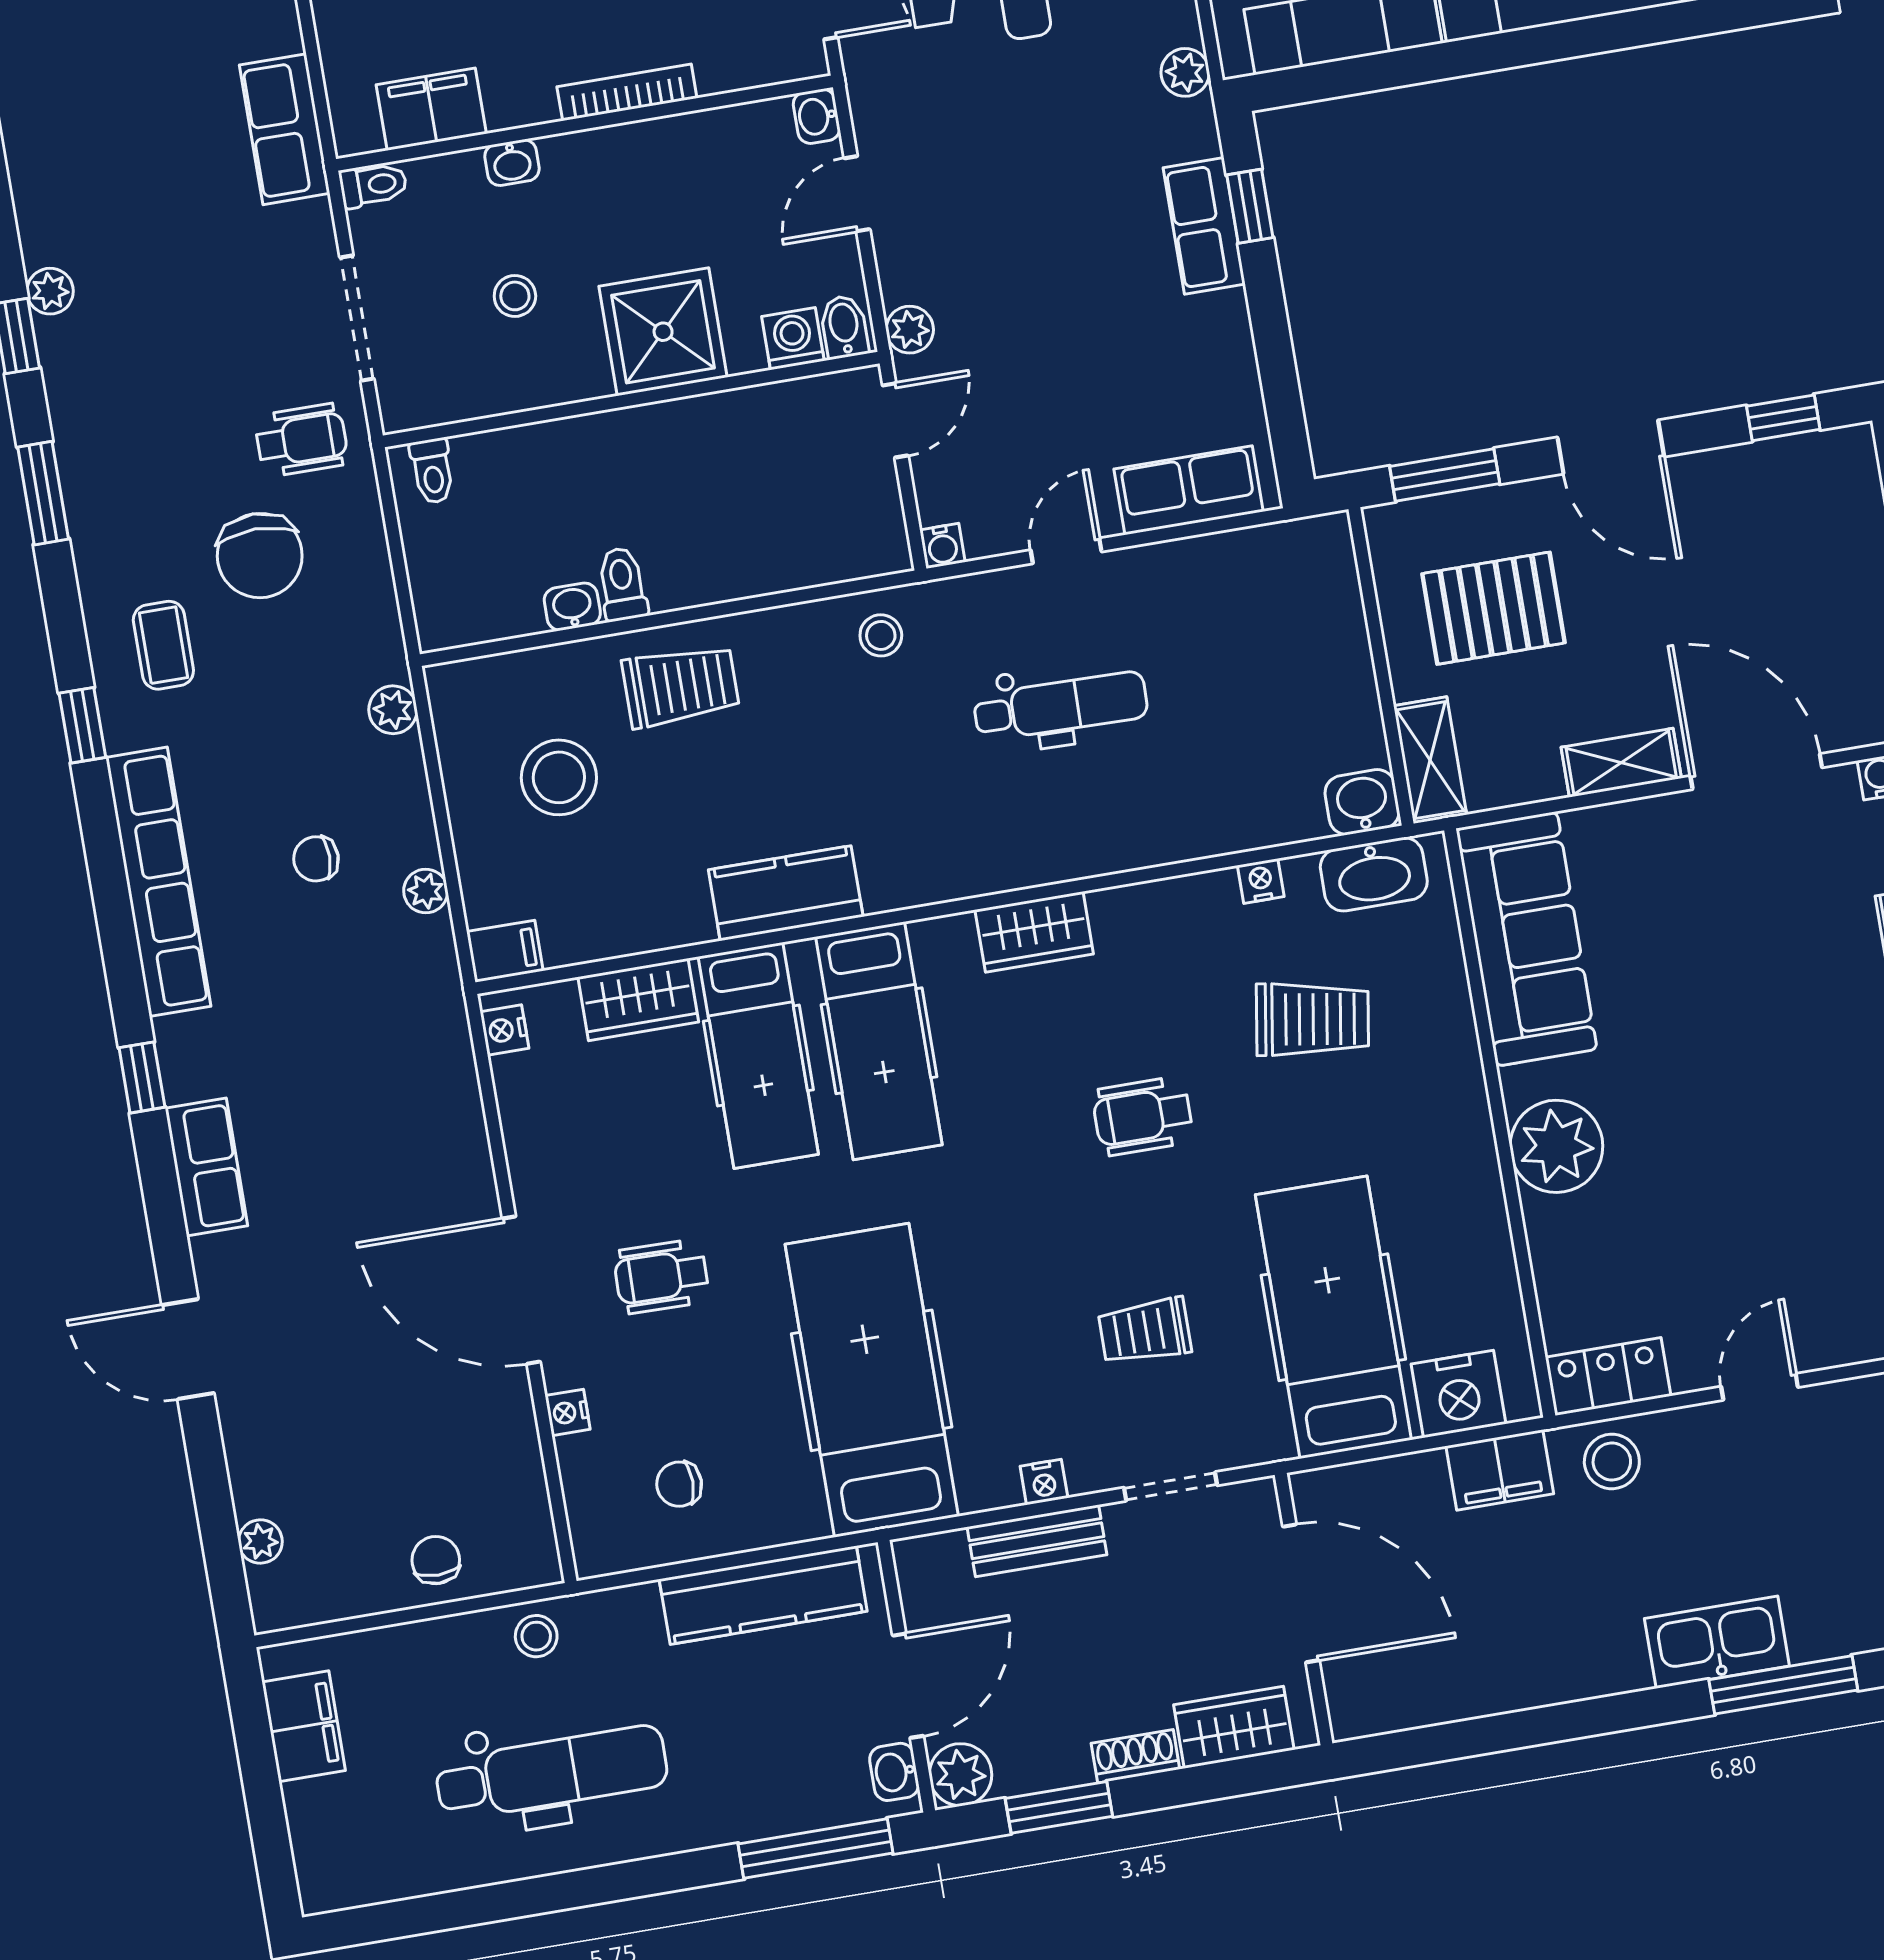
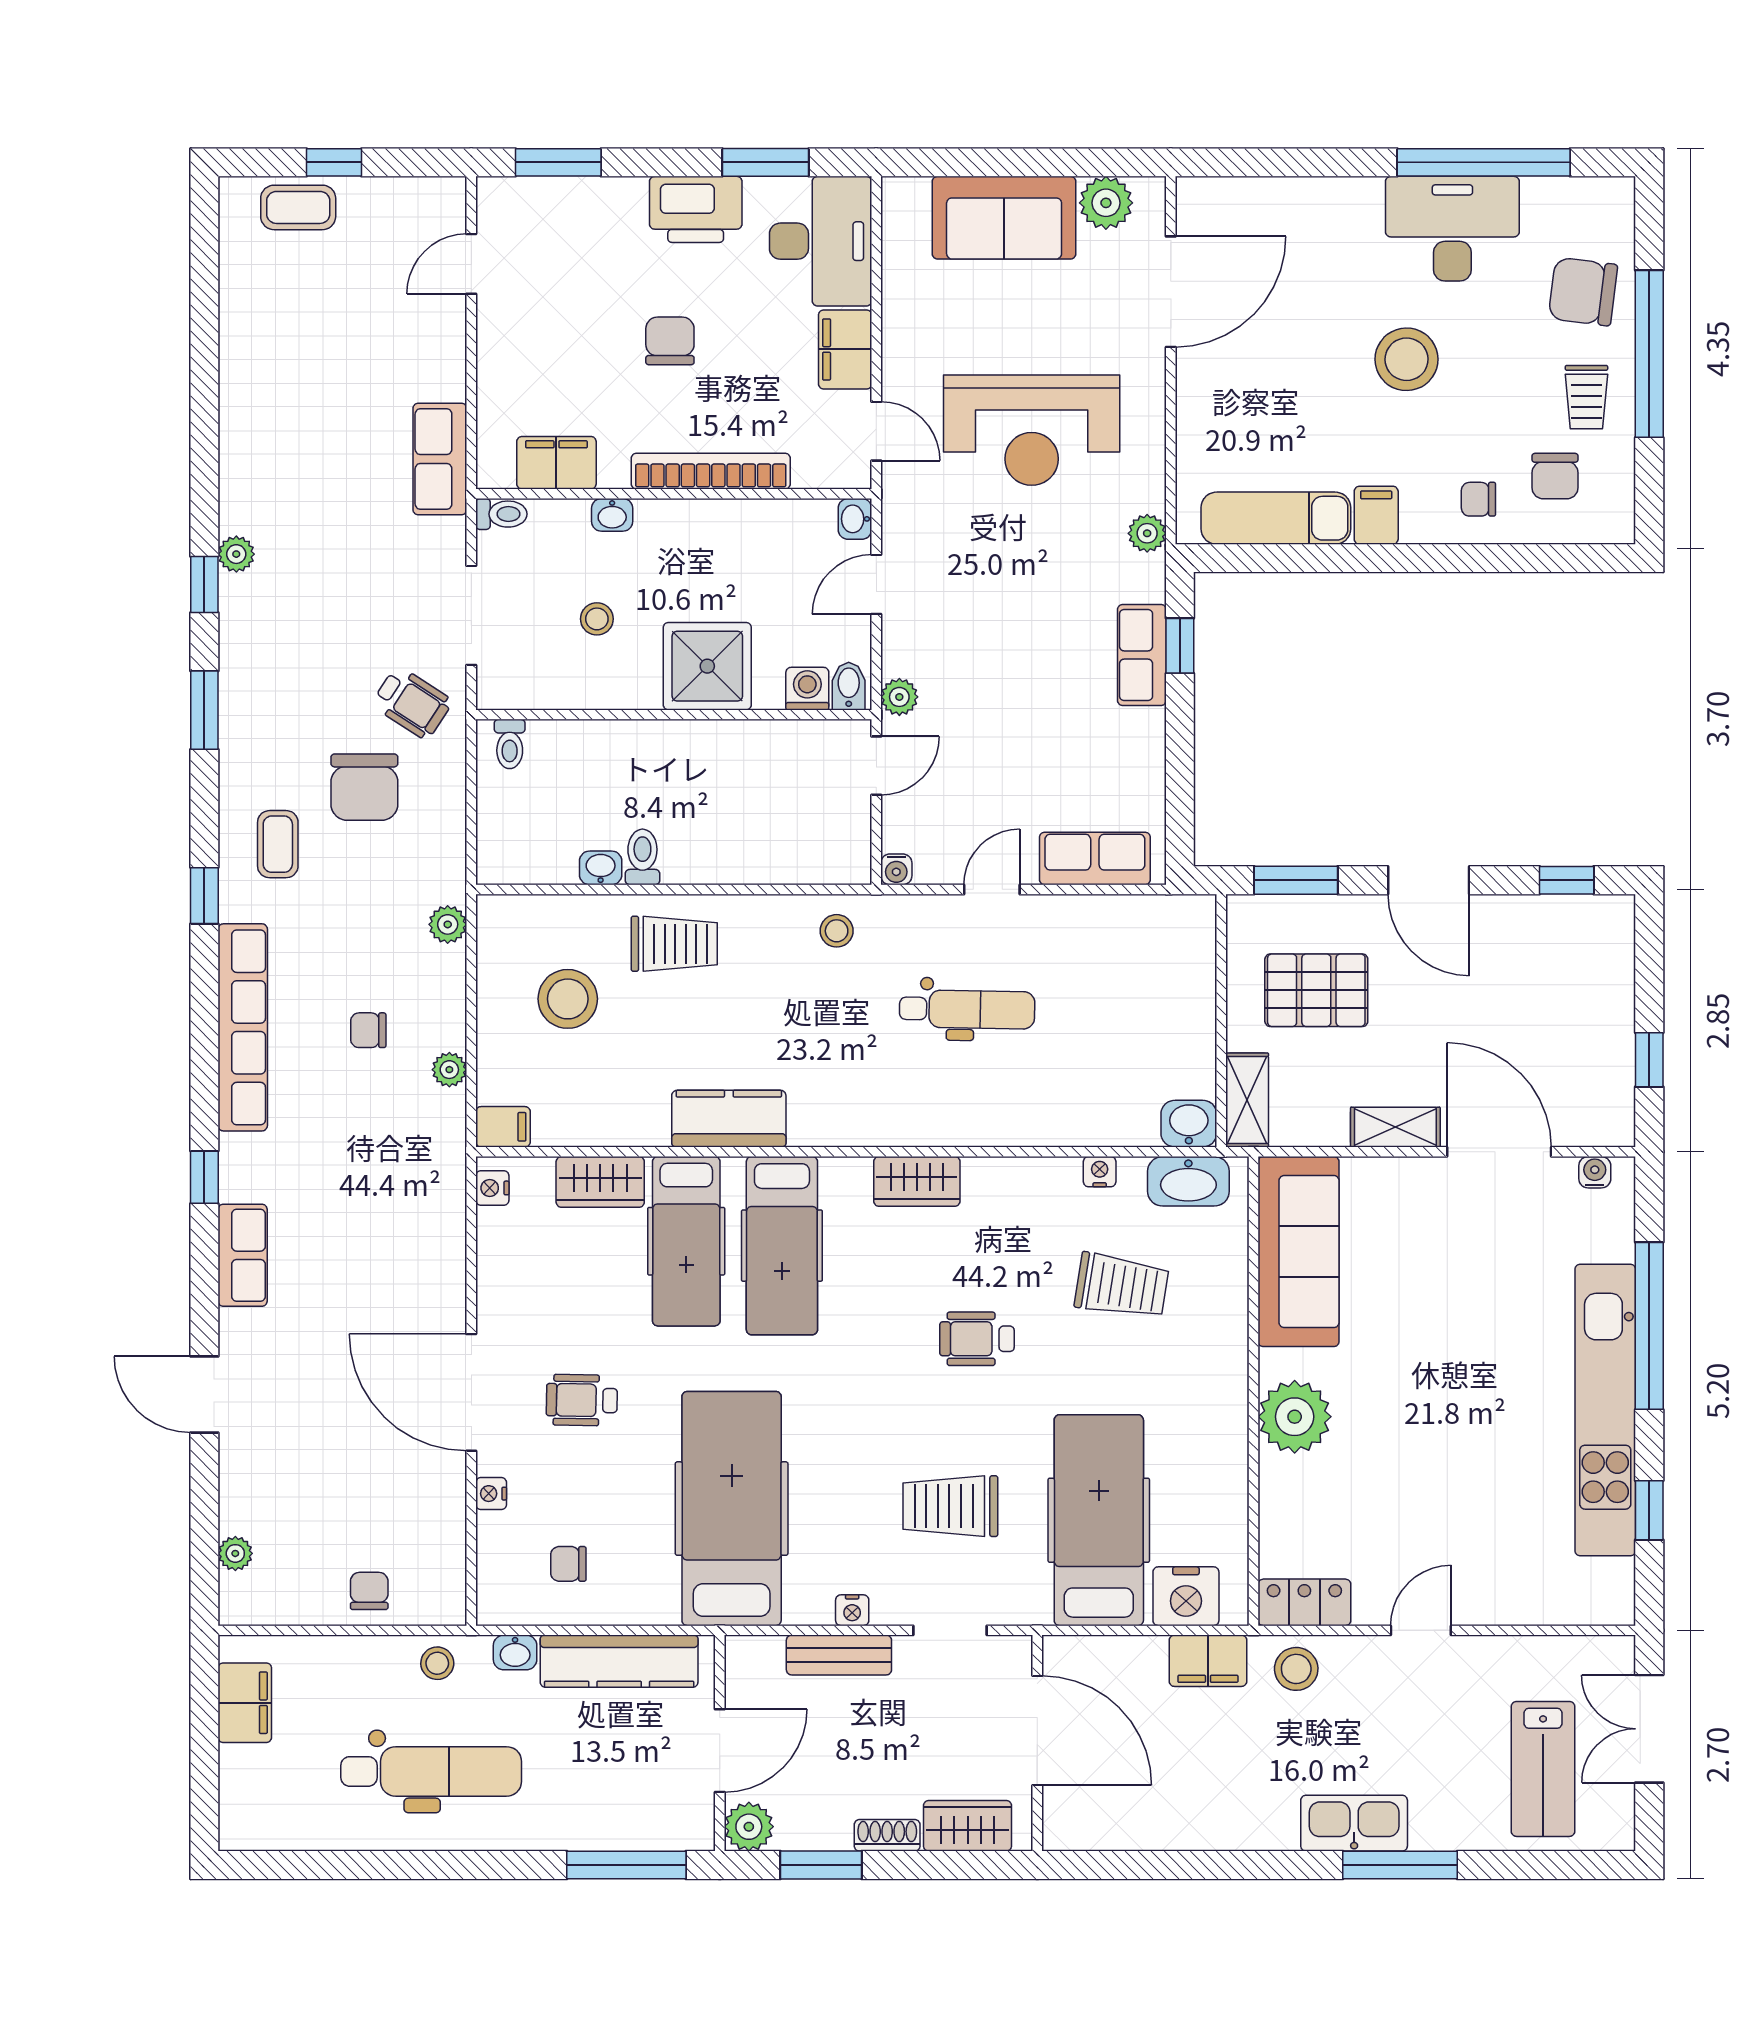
bookcase: (627, 92) -> (711, 471), width x1.48, depth x1.31
wheelchair: (301, 440) -> (412, 703), turned 33
trolley: (1145, 1331) -> (950, 1506), width x1.36, depth x1.39
washbasin: (894, 1772) -> (515, 1652), moved, turned -90

